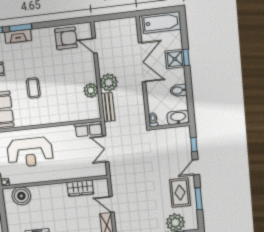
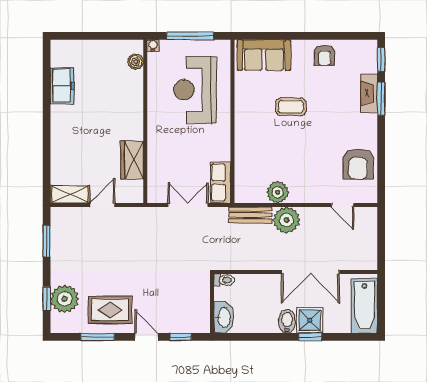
door: (95, 46) -> (343, 205), swing flipped
bidet: (178, 90) -> (287, 321), moved
boiler: (21, 196) -> (136, 62), width x0.54, depth x0.54

